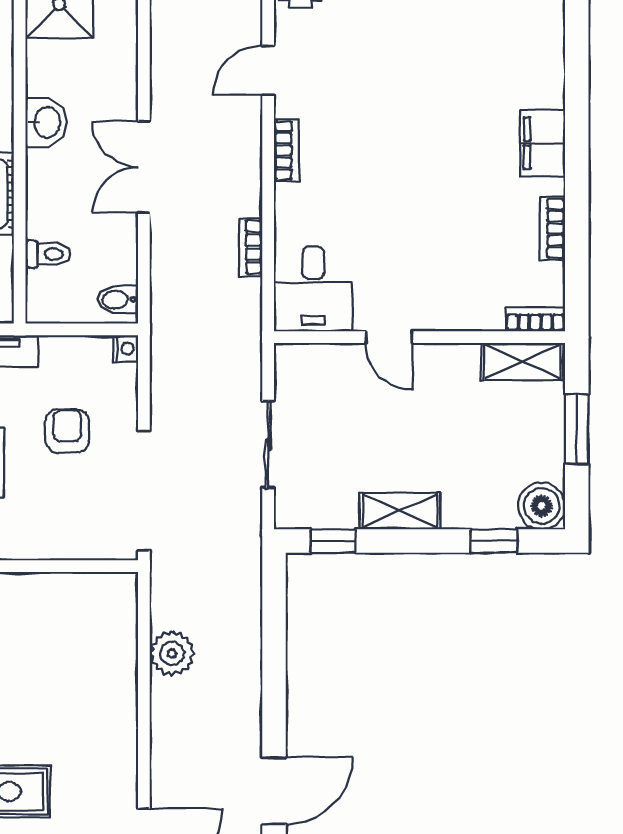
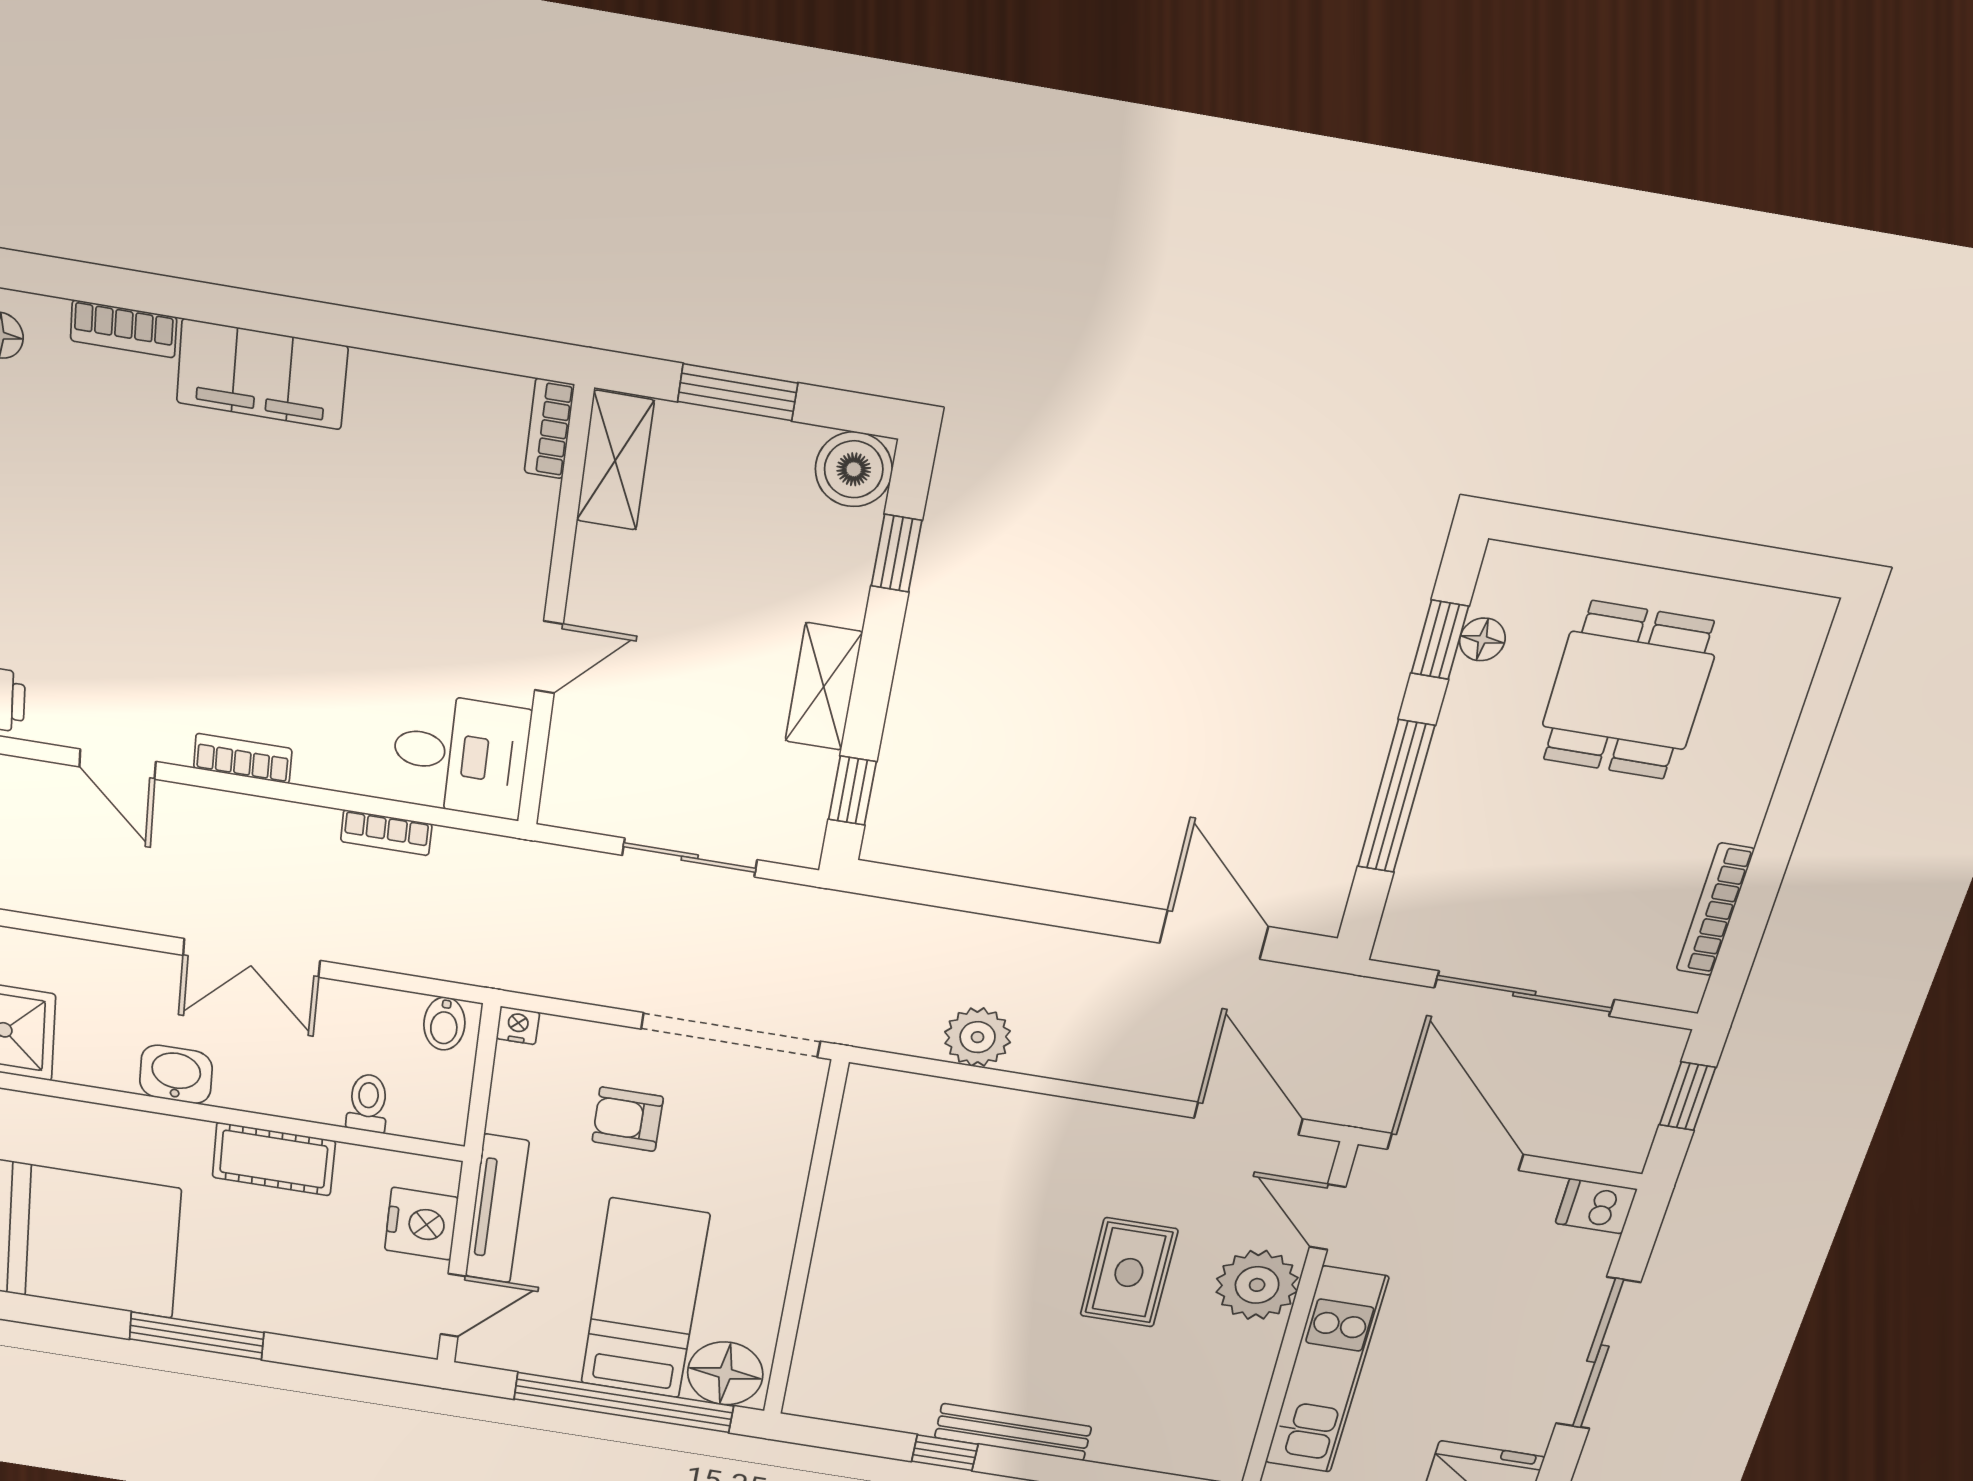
filing cabinet: (543, 143) -> (262, 374), width x1.50, depth x1.17
bookcase: (552, 228) -> (124, 329), moved

